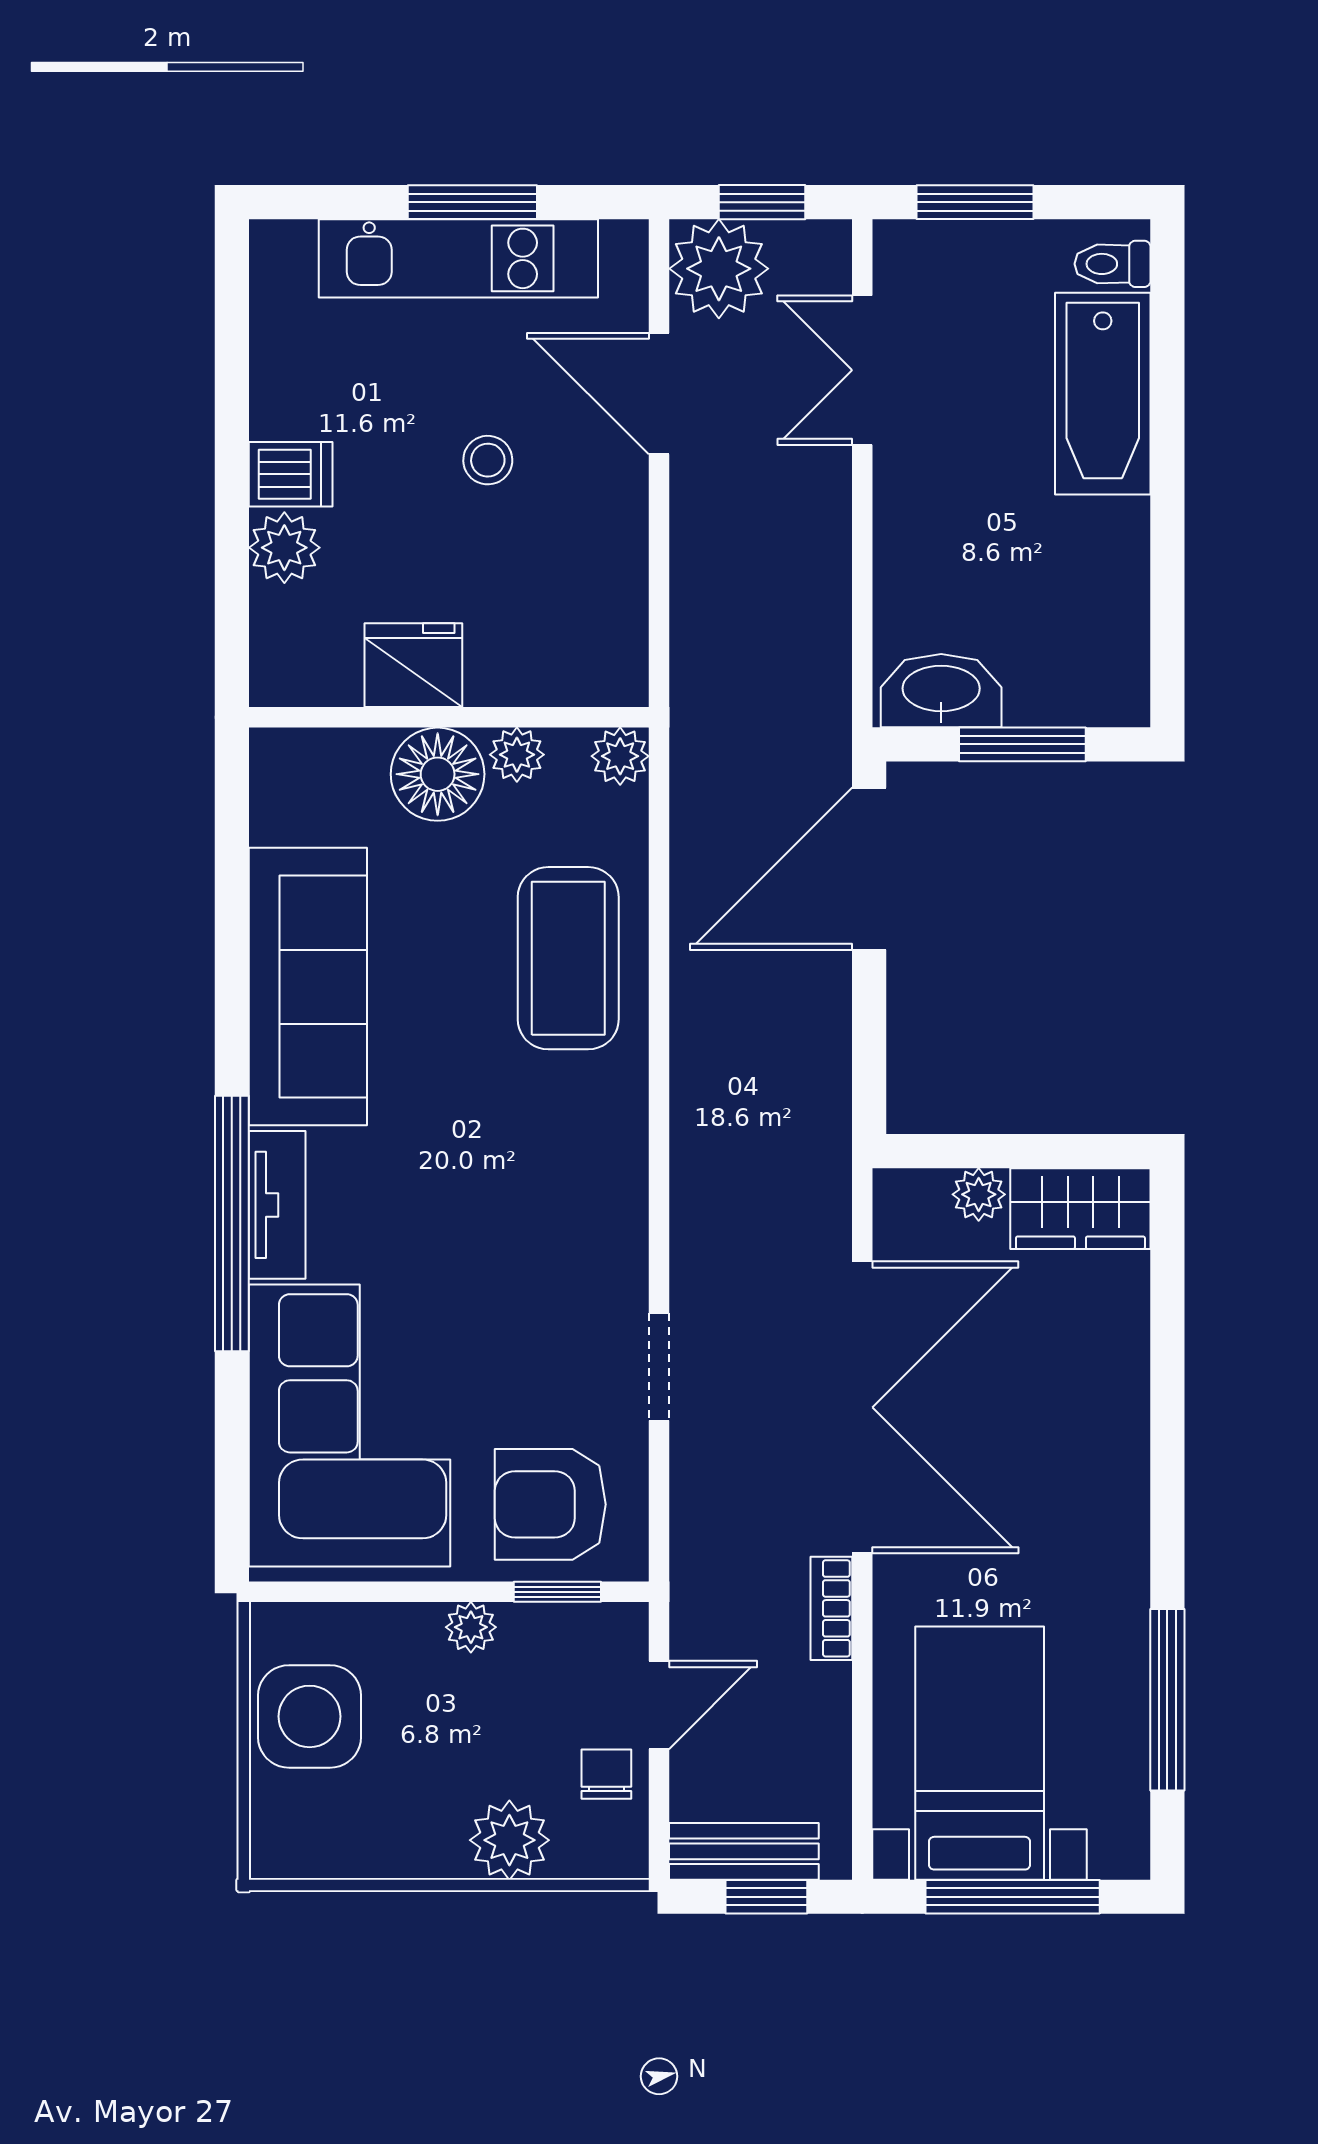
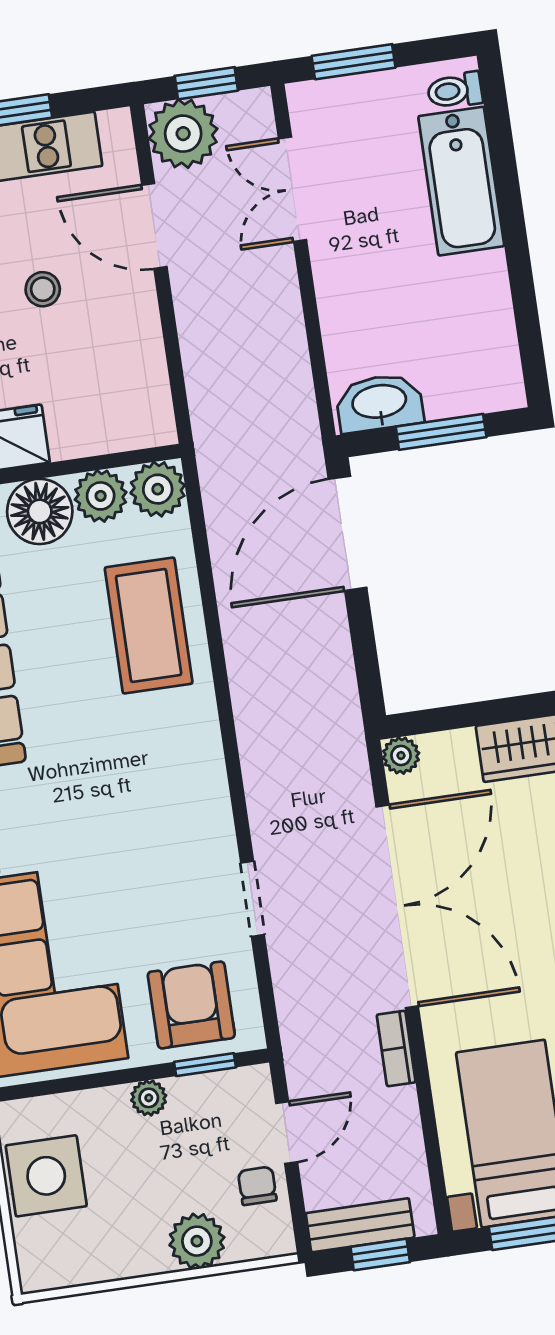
plant: (517, 755) -> (101, 496), width x1.38, depth x1.38
plant: (620, 756) -> (158, 489), width x1.38, depth x1.38
plant: (979, 1194) -> (401, 755), moved
armchair: (550, 1504) -> (191, 1005), turned 90

